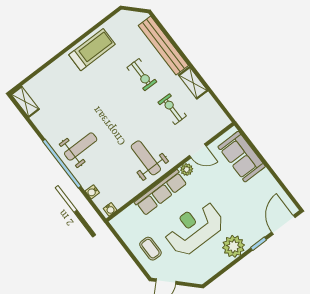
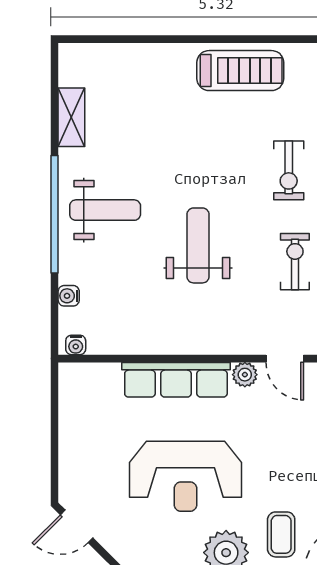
shelving: (25, 102) -> (71, 117), moved
weight bench: (146, 158) -> (198, 245), moved
reception desk: (194, 228) -> (185, 476), turned 180
coffee table: (150, 249) -> (281, 534), moved

